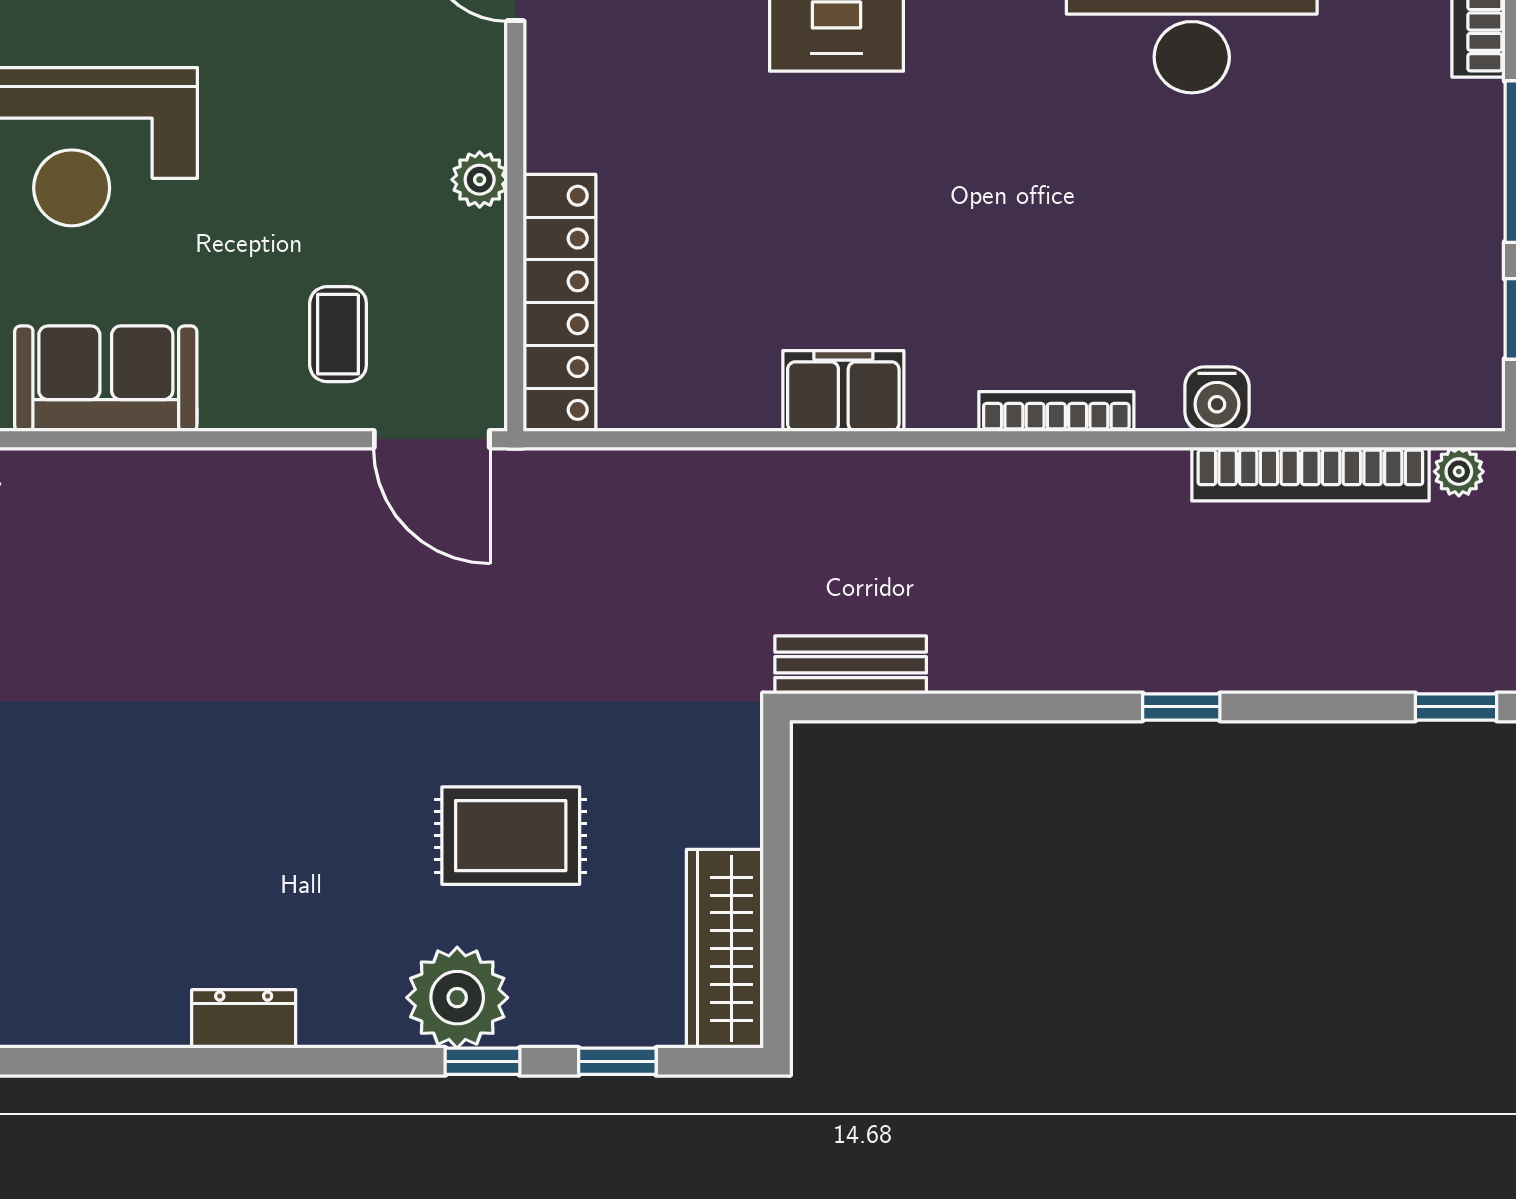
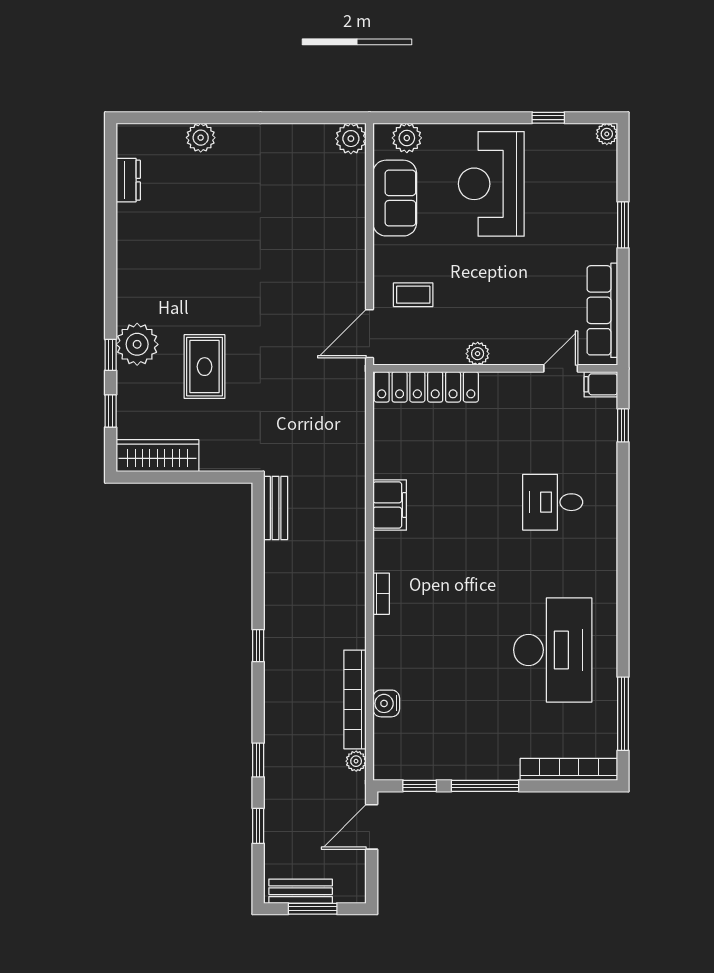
water cooler: (1217, 399) -> (386, 703), moved
bookcase: (1056, 411) -> (381, 594), width x0.64
dresser: (244, 1019) -> (128, 180), moved

